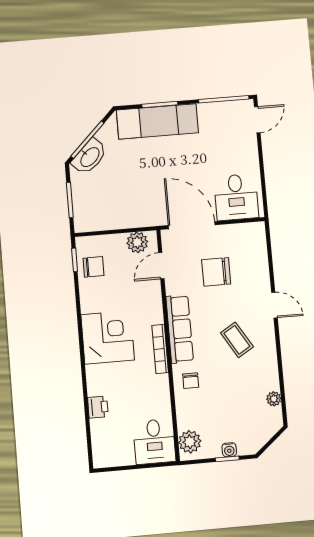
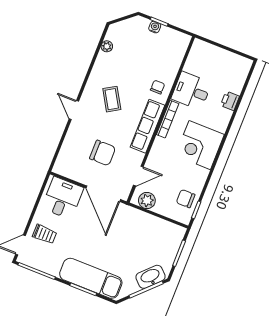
trolley: (236, 146) -> (45, 234), added
desk: (154, 442) -> (191, 91), moved, turned -90
plant: (190, 442) -> (179, 46), removed

